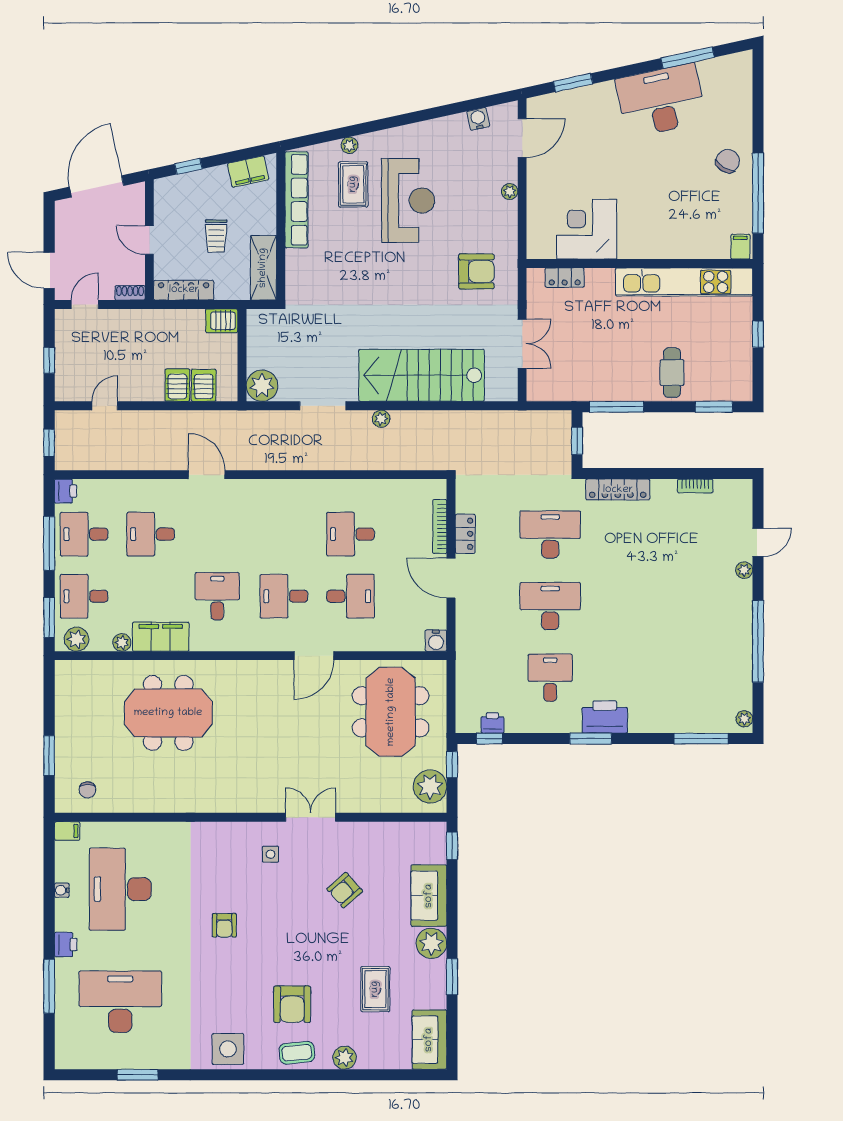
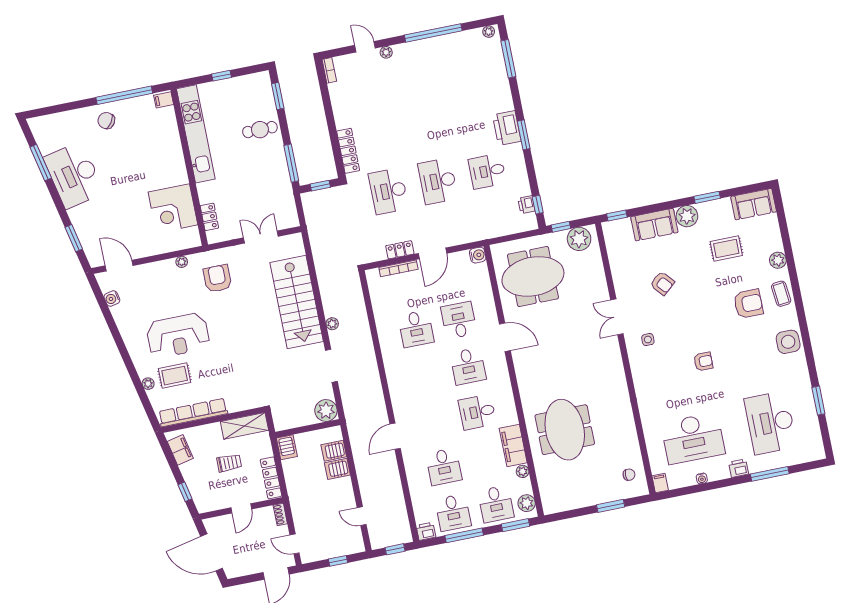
plant: (510, 191) -> (182, 262), moved
reception desk: (408, 200) -> (178, 336), turned 180
bookcase: (695, 486) -> (329, 70), moved

